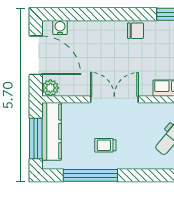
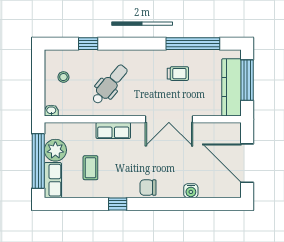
water cooler: (60, 27) -> (191, 191), moved
plant: (50, 88) -> (233, 131), removed

